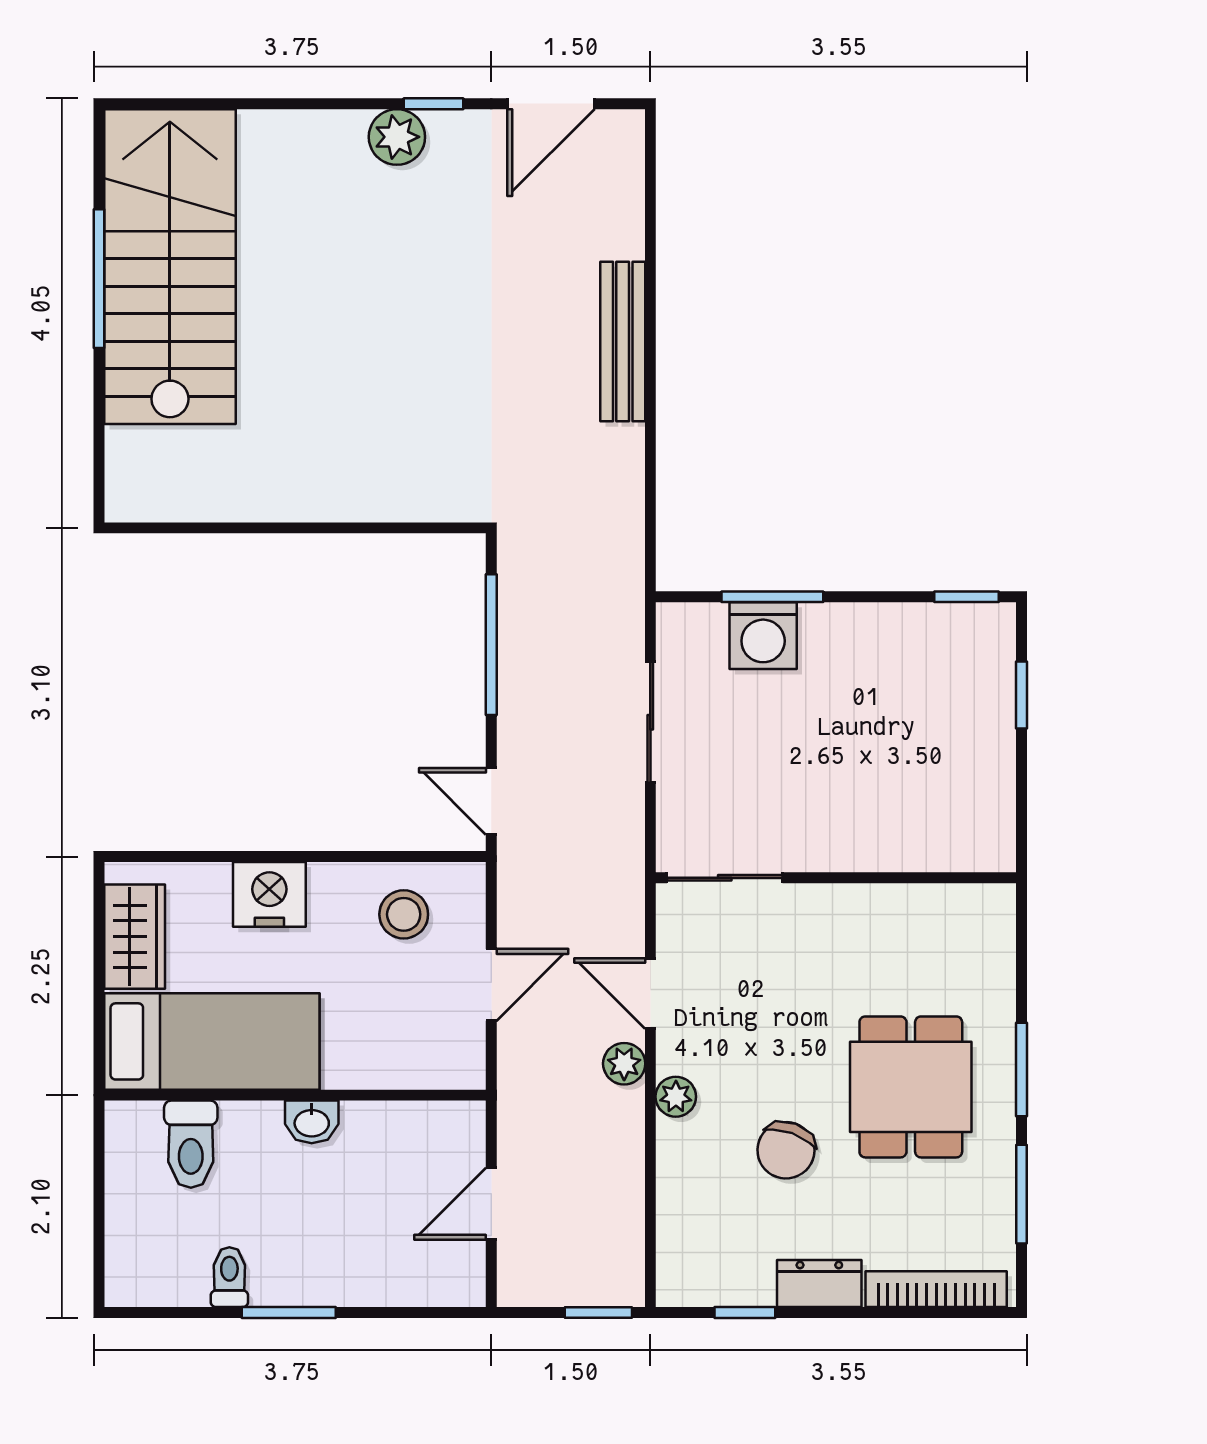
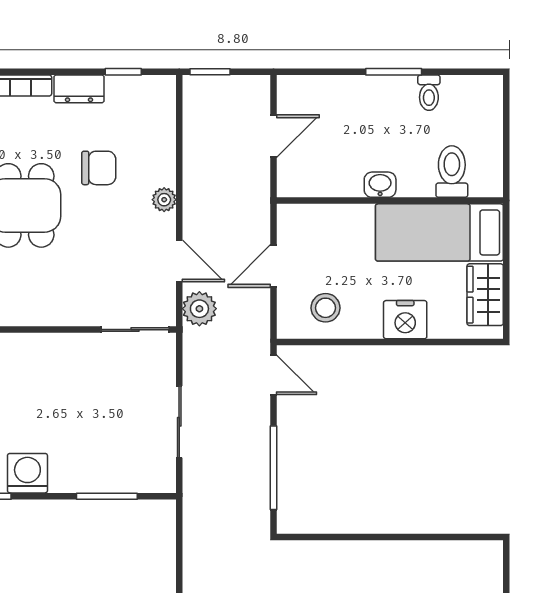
washing machine: (763, 636) -> (27, 473), moved
plant: (624, 1064) -> (199, 309), moved, width x1.38, depth x1.38
chair: (786, 1150) -> (99, 168), turned 70

